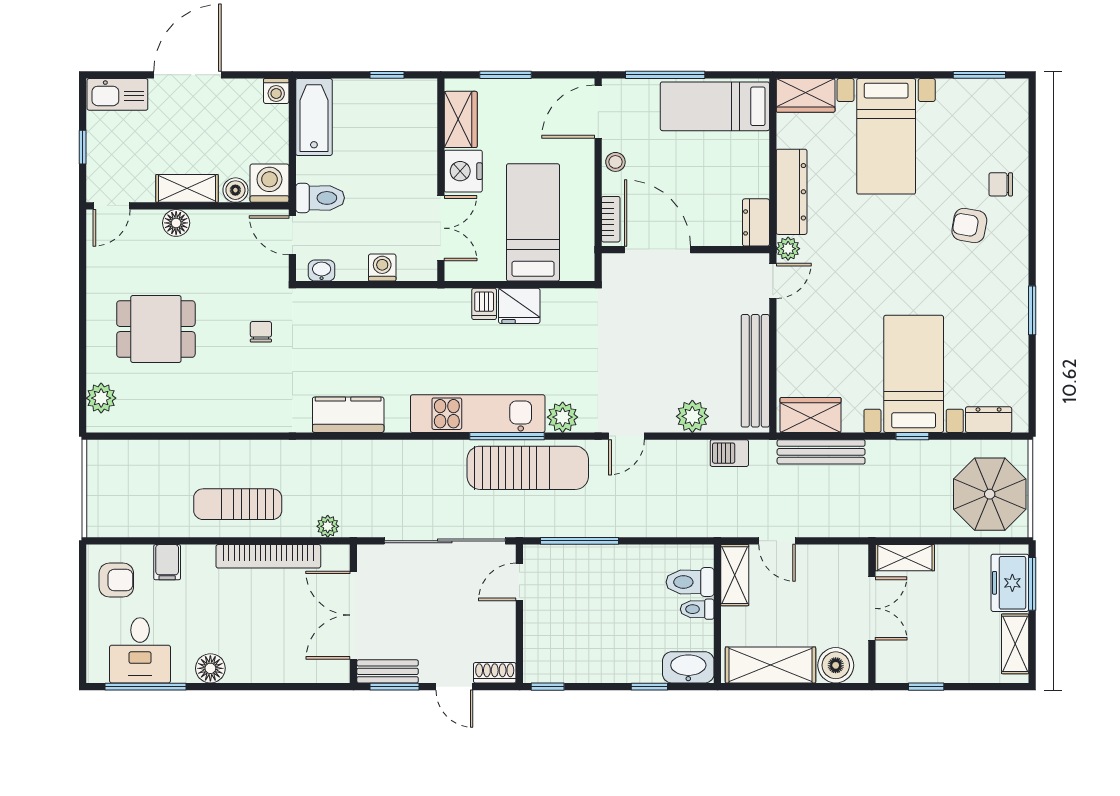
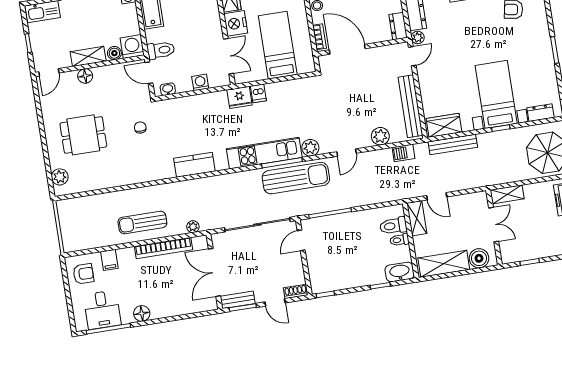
fridge: (519, 306) -> (240, 97), moved

